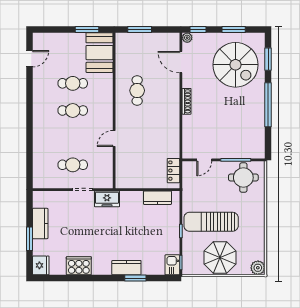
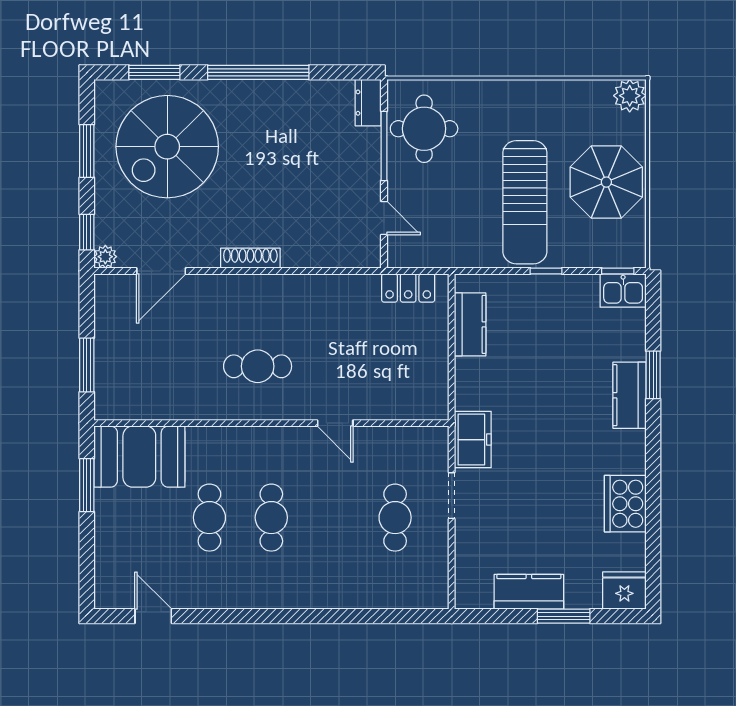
spiral stairs: (235, 65) -> (167, 147), turned 180
cafe table: (137, 91) -> (258, 366), moved
dresser: (255, 153) -> (368, 103), added

